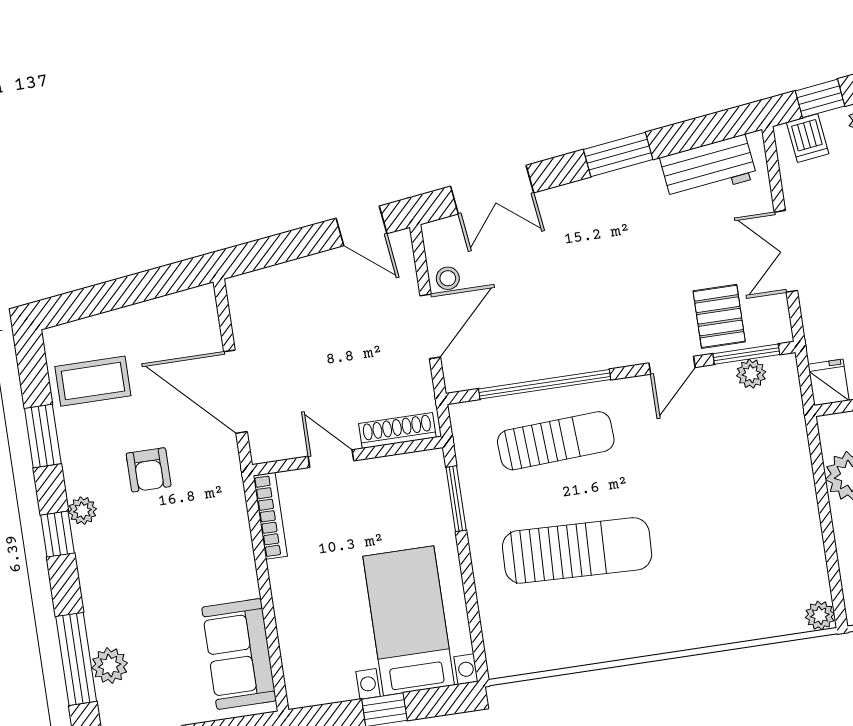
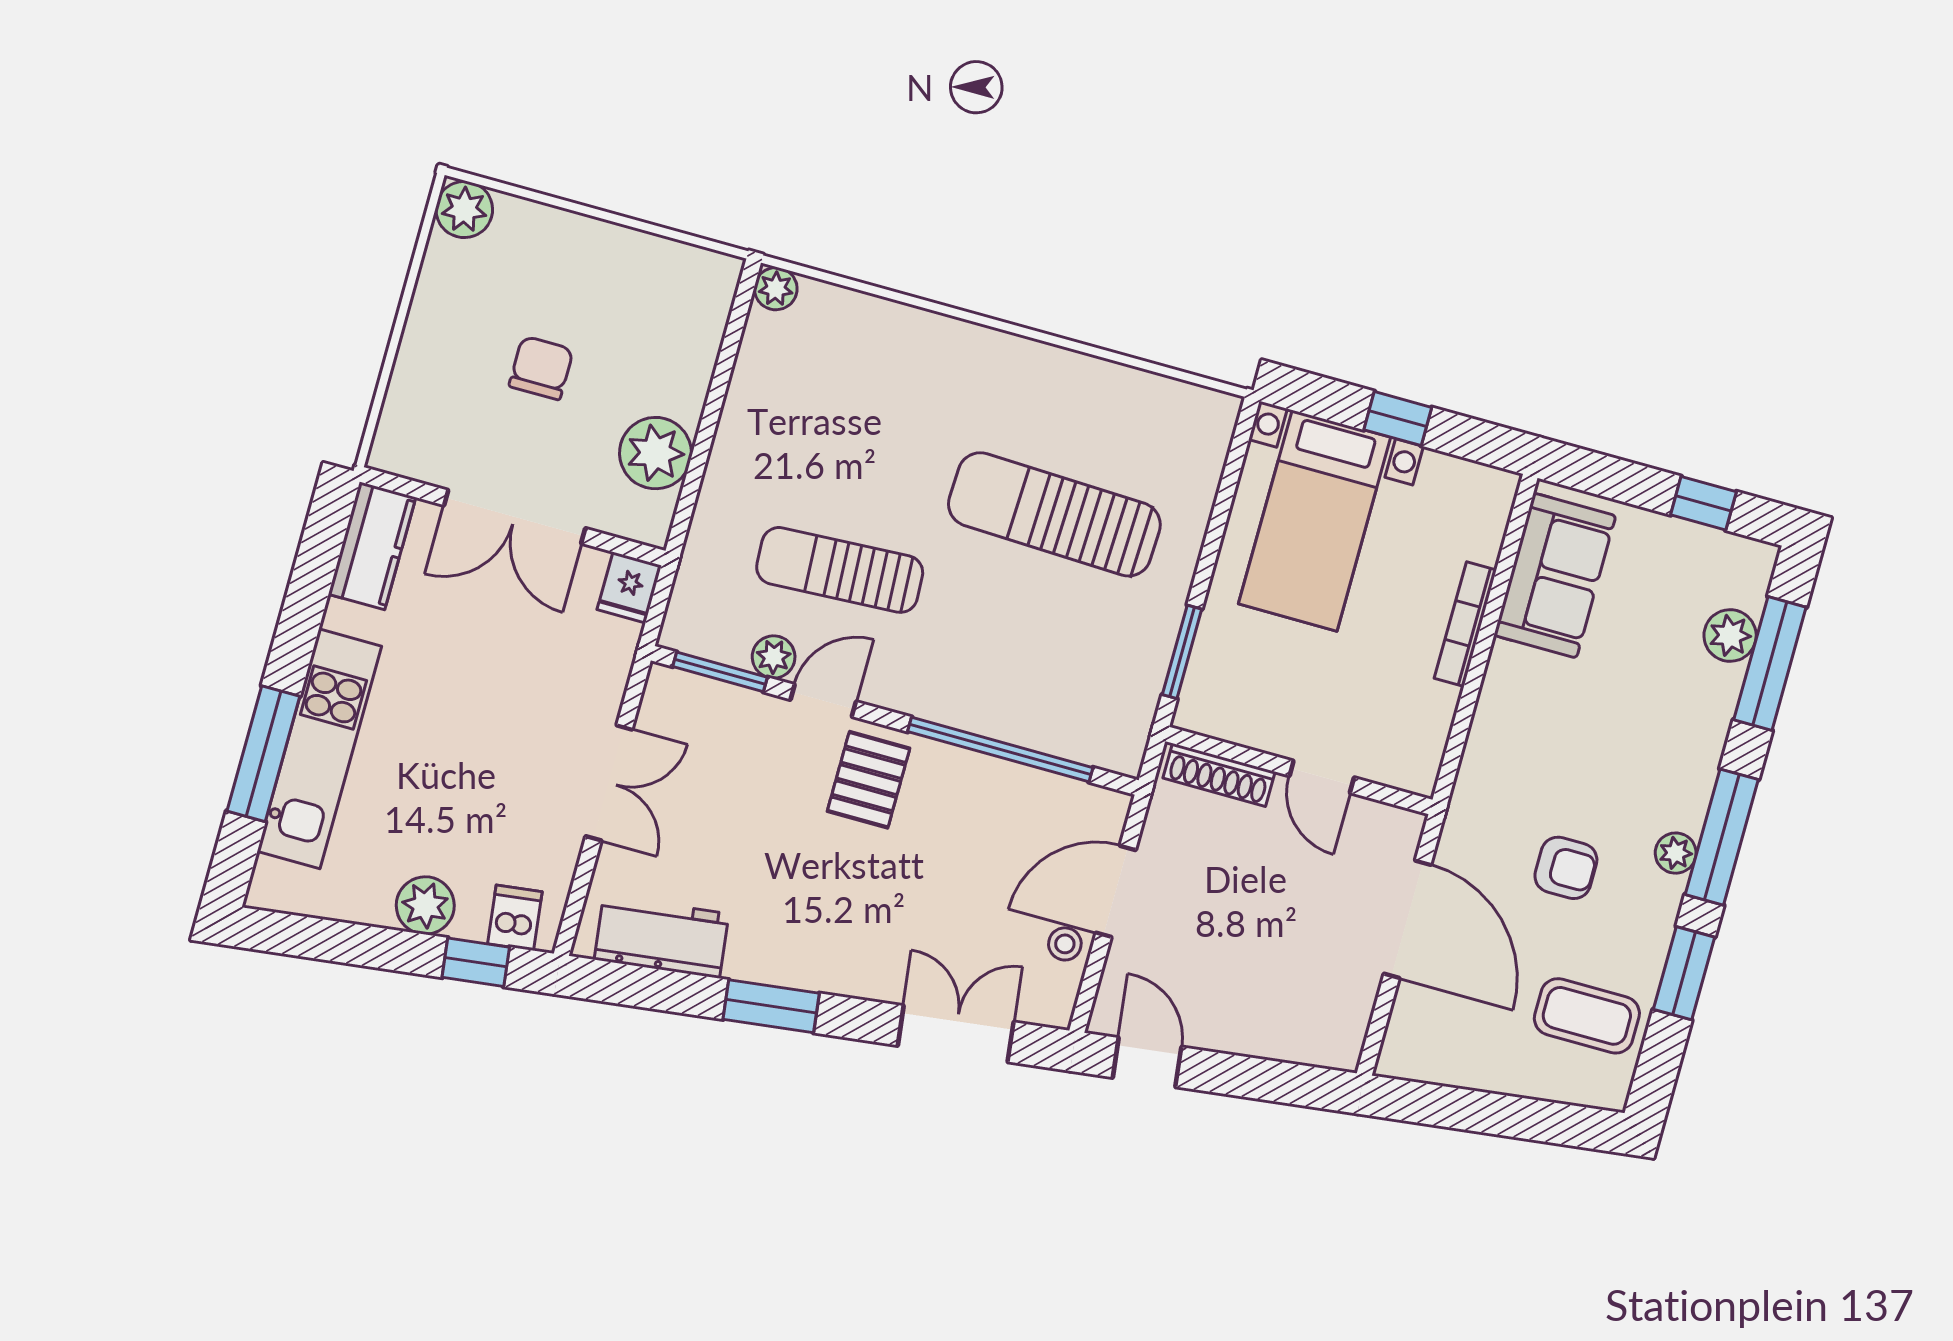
pallet: (719, 316) -> (869, 780), moved
plant: (751, 374) -> (774, 657), moved
sun lounger: (556, 441) -> (840, 570), moved
armchair: (149, 470) -> (1566, 868), turned 90
bookcase: (270, 516) -> (1465, 624), moved
window: (57, 534) -> (1722, 837), width x2.17

